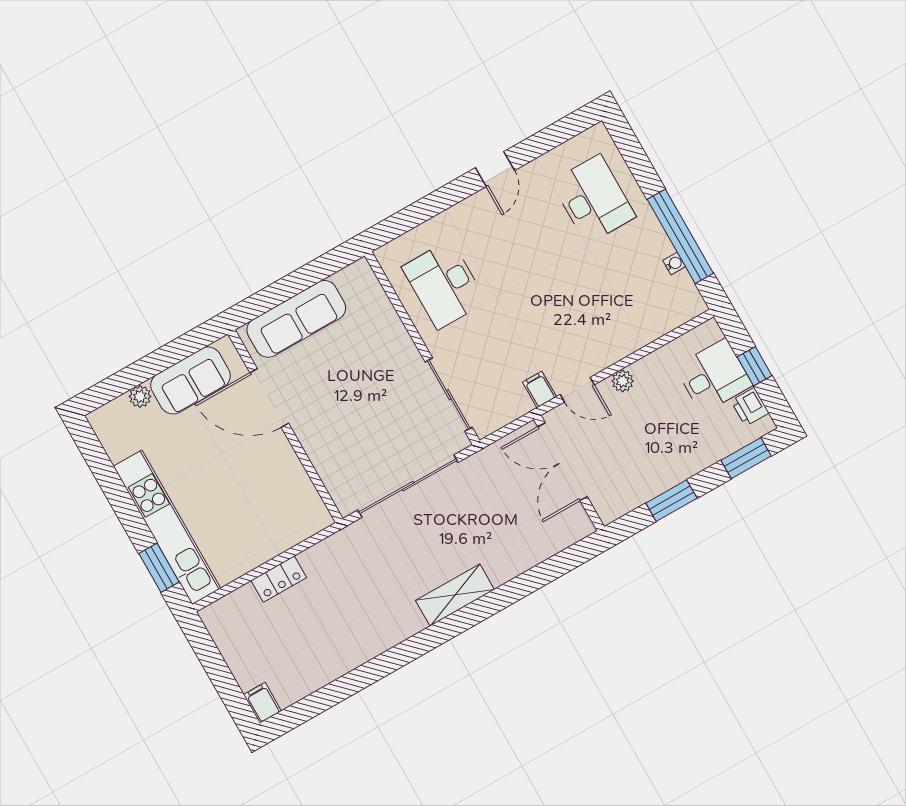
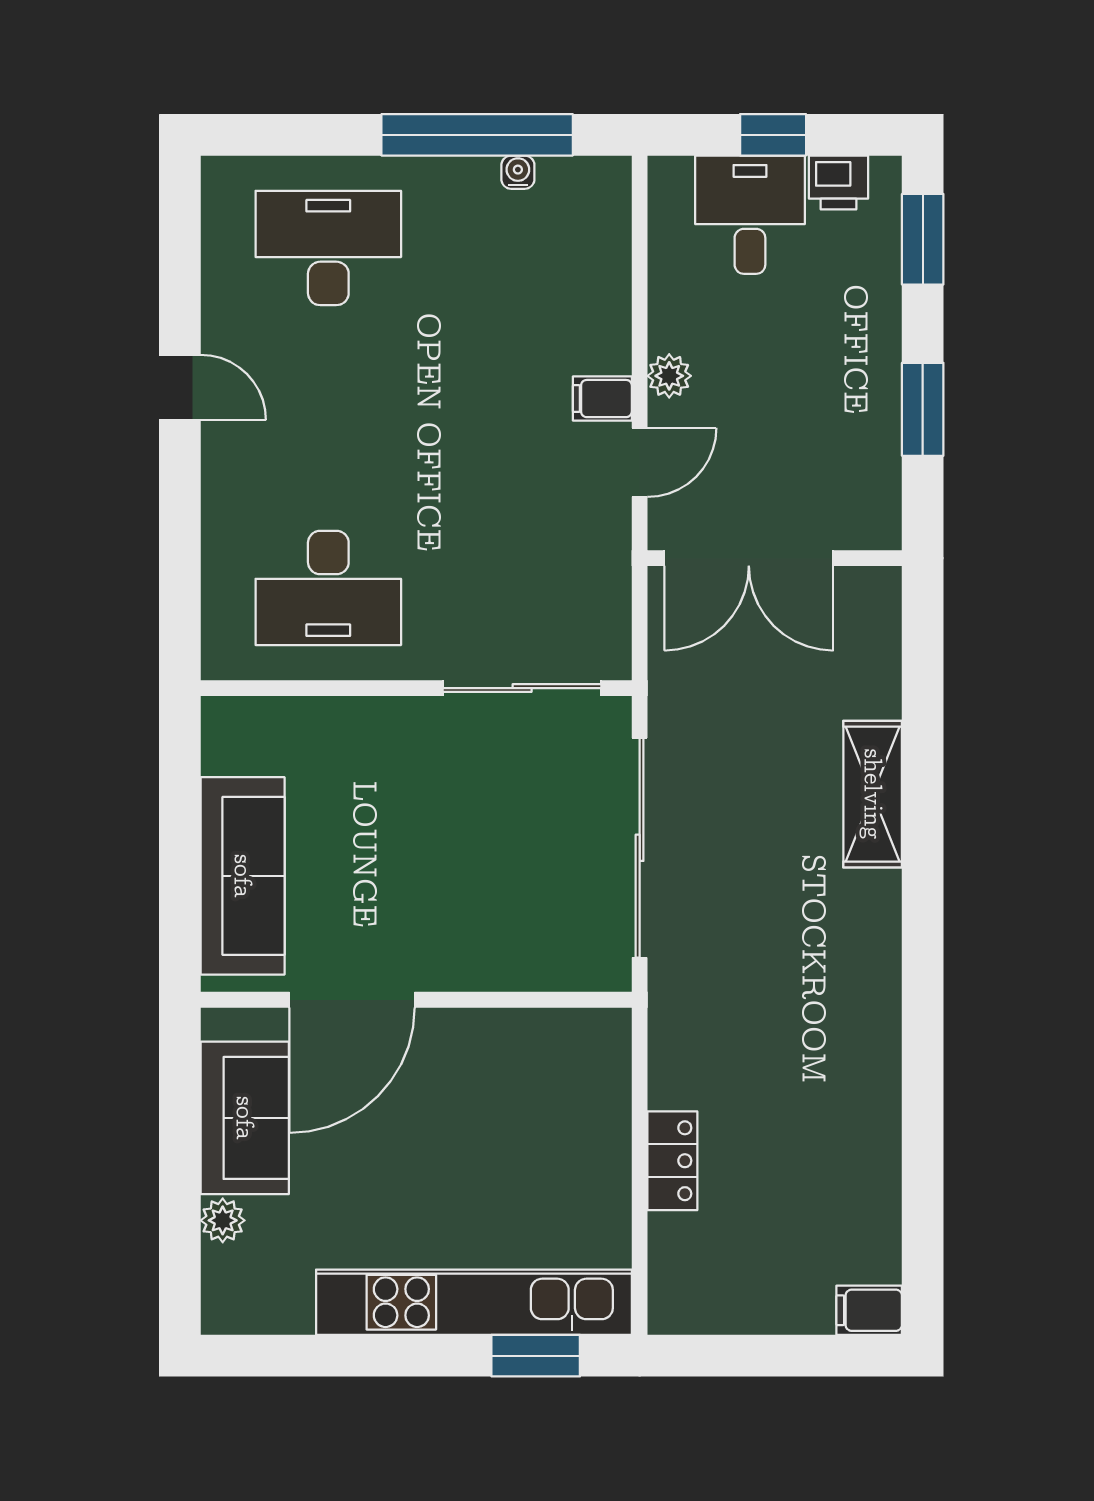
filing cabinet: (539, 390) -> (602, 399), moved
shelving: (455, 595) -> (873, 794), moved

